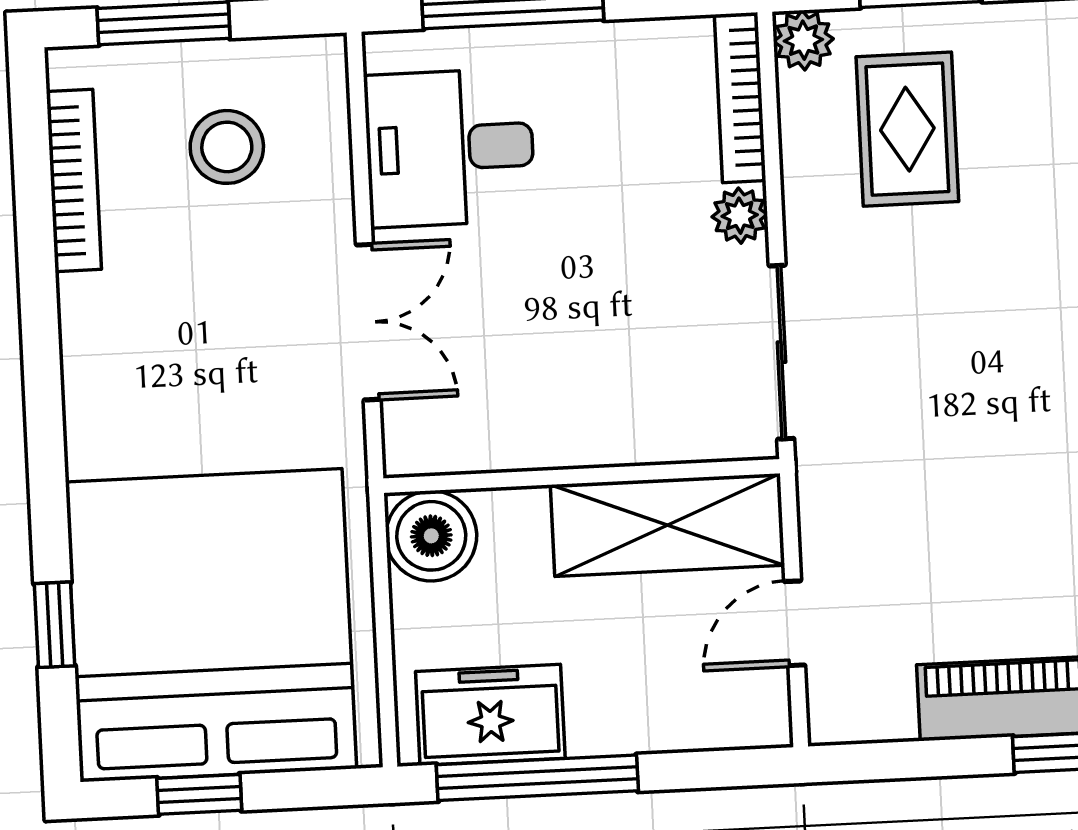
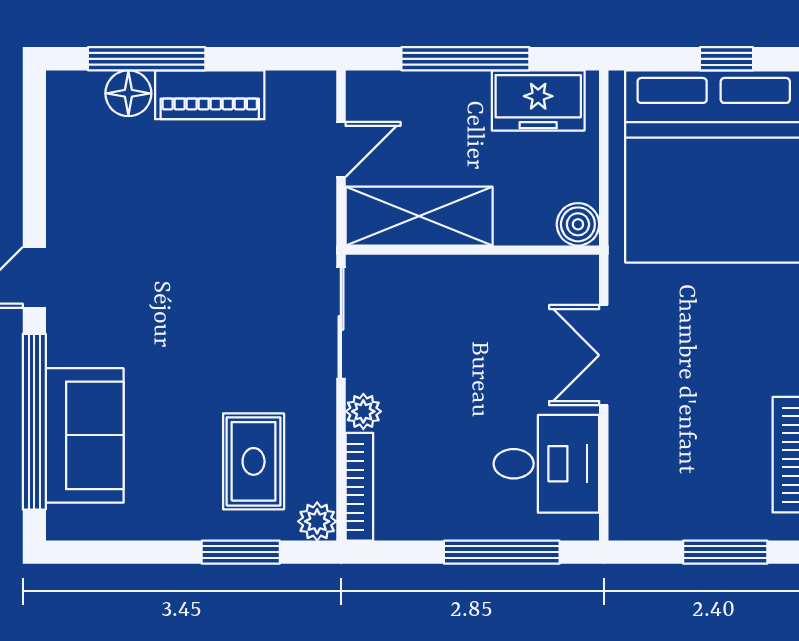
stool: (227, 147) -> (689, 471), removed
boiler: (431, 536) -> (578, 224), width x0.73, depth x0.73
window: (537, 778) -> (465, 59), moved

